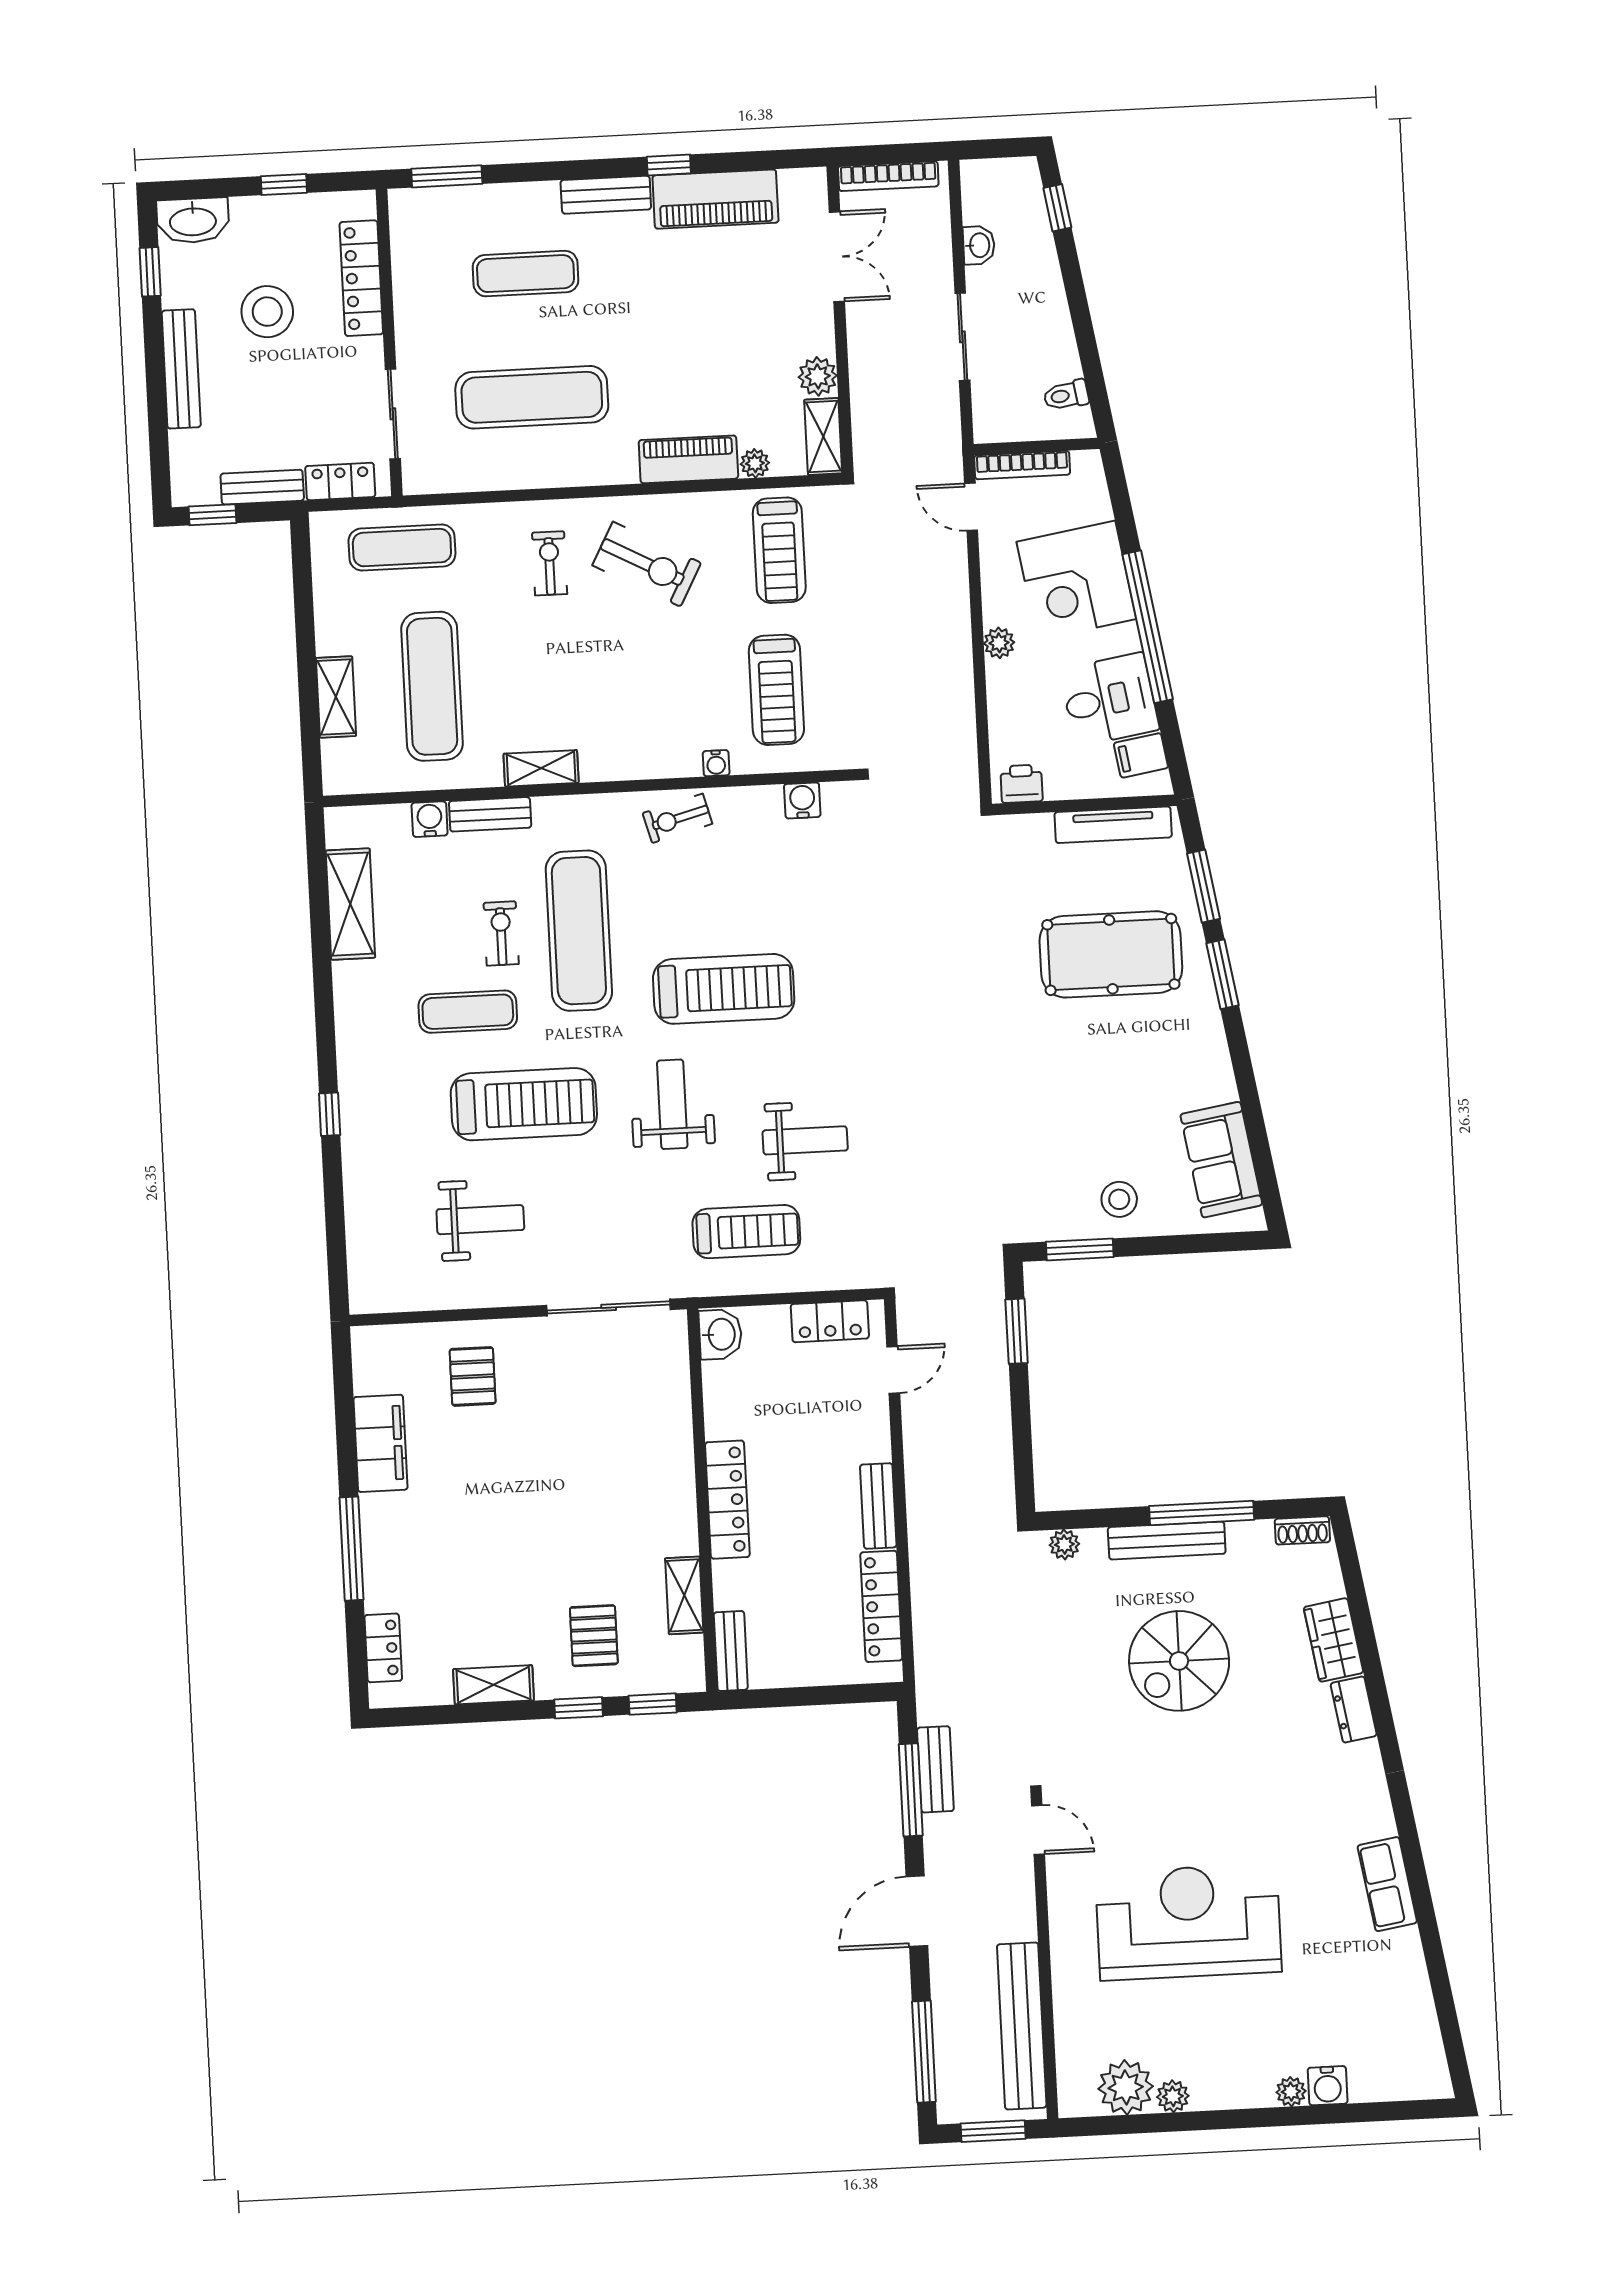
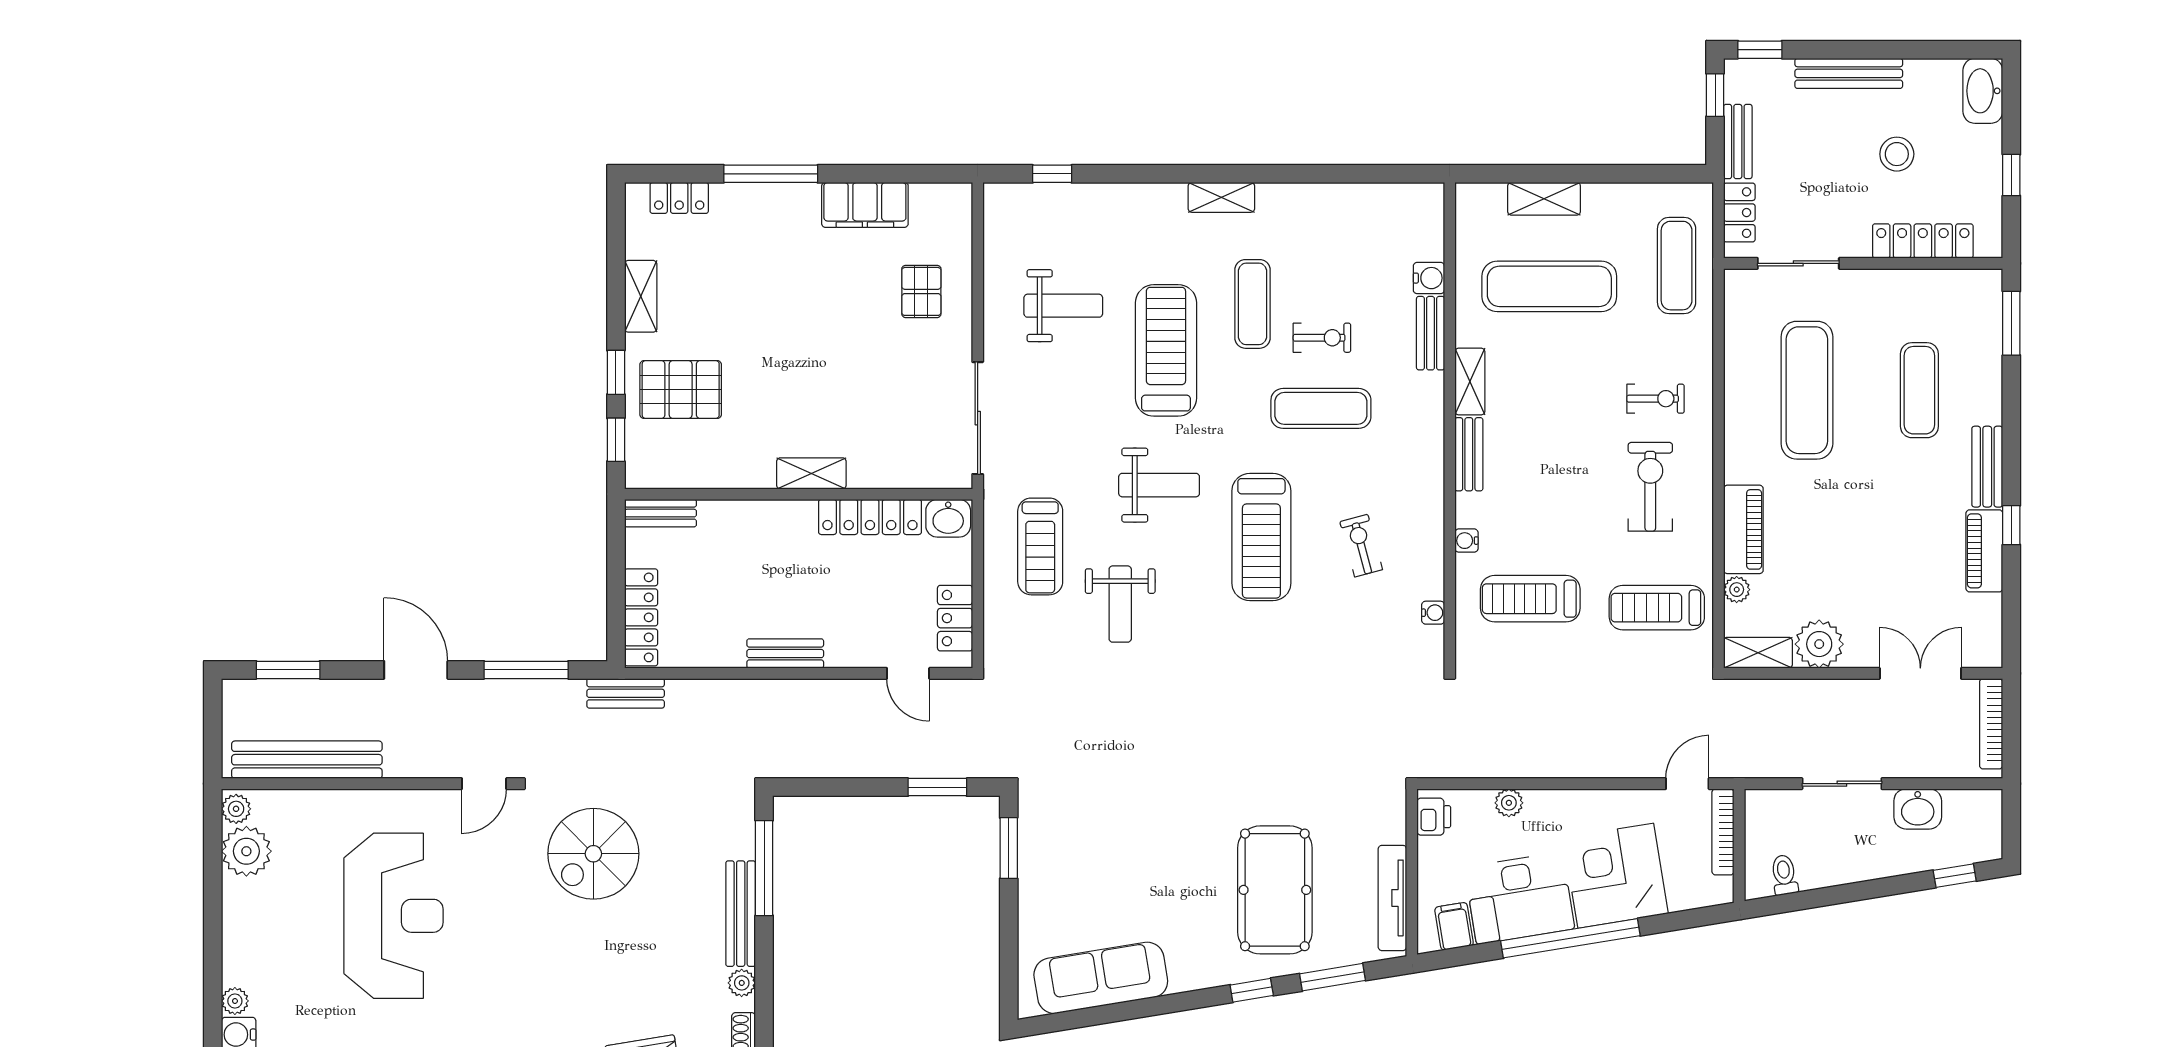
piano: (715, 199) -> (1984, 551), width x0.73, depth x0.75
washbasin: (979, 245) -> (1918, 809), width x1.38, depth x1.45
double door: (837, 257) -> (1920, 673), swing flipped
window: (150, 272) -> (1760, 50), moved
stool: (267, 312) -> (1897, 154), width x0.73, depth x0.73
plant: (818, 376) -> (1819, 644), width x1.36, depth x1.36
exercise bike: (647, 564) -> (1650, 487), turned 152
plant: (999, 643) -> (1509, 803), moved
desk: (1109, 700) -> (1520, 898), width x1.37
bench: (621, 765) -> (1469, 454), added
water cooler: (802, 800) -> (1433, 613), width x0.72, depth x0.72
exercise bike: (677, 818) -> (1361, 546), moved
shelving: (350, 904) -> (1221, 197), moved, width x0.67, depth x0.75
exercise mat: (579, 931) -> (1321, 408), width x0.73, depth x0.69
window: (1223, 974) -> (1252, 990), width x0.67
treadmill: (524, 1104) -> (1166, 350), turned 180
window: (330, 1114) -> (1052, 174), moved
sofa: (1221, 1160) -> (1101, 978), width x1.36
stool: (1119, 1199) -> (1052, 886), removed
weight bench: (480, 1220) -> (1063, 306), turned -90
pallet: (473, 1376) -> (921, 291), turned 90
locker: (727, 1500) -> (870, 517), moved
window: (1202, 1513) -> (764, 868), moved
plant: (1064, 1544) -> (742, 983), moved
shelving: (684, 1595) -> (811, 473), moved
locker: (881, 1606) -> (641, 617), moved, turned 90
pallet: (594, 1636) -> (681, 390), width x1.50, depth x1.42
spiral stairs: (1179, 1661) -> (593, 854), moved, turned -90
bench: (935, 1769) -> (626, 693), moved
window: (924, 2052) -> (288, 670), width x0.69
plant: (1173, 2096) -> (236, 809), moved
window: (993, 2131) -> (213, 729), removed

